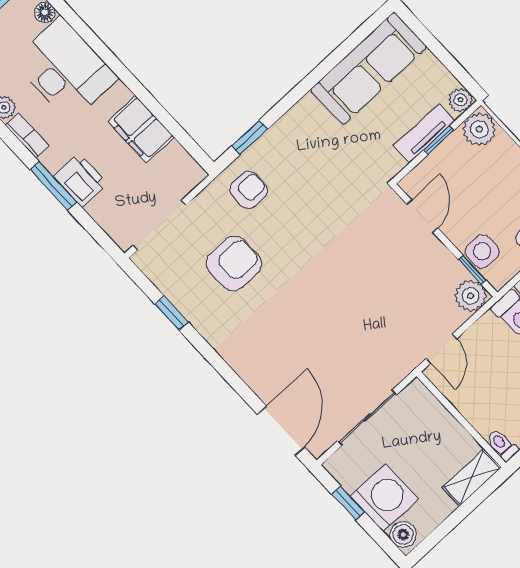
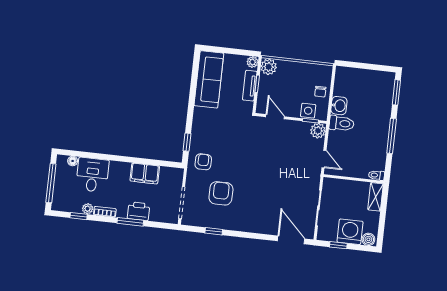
desk: (65, 69) -> (92, 175), width x0.73

